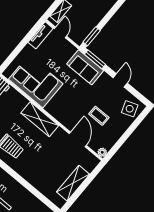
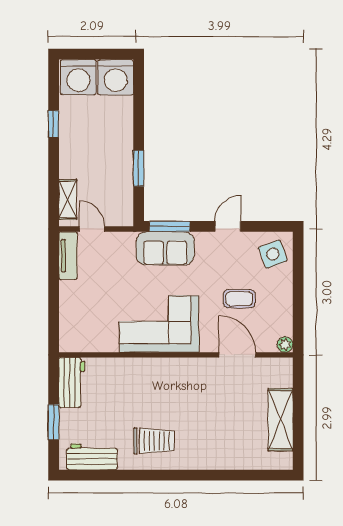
window: (92, 36) -> (139, 168), moved
door: (120, 80) -> (228, 226), hinge flipped
corner sofa: (36, 82) -> (159, 324), moved
shelving: (40, 119) -> (163, 371), removed

